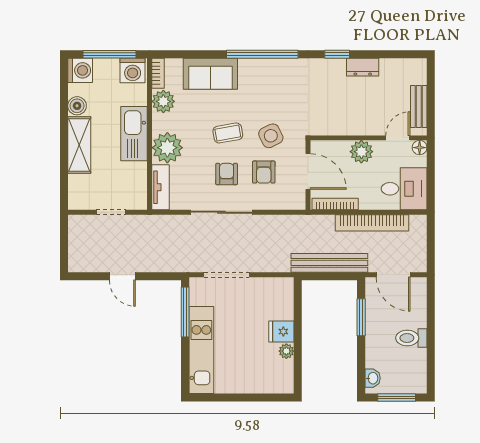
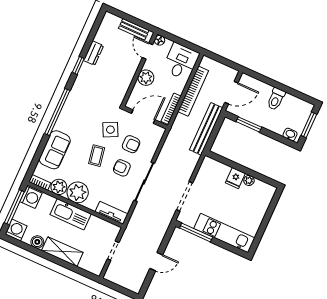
plant: (167, 148) -> (78, 192), moved

